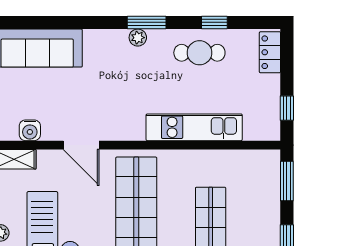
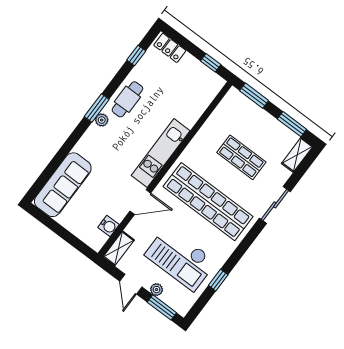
window: (214, 22) -> (136, 56), moved
cafe table: (199, 53) -> (127, 99), moved
kitchen unit: (194, 127) -> (161, 153), moved

